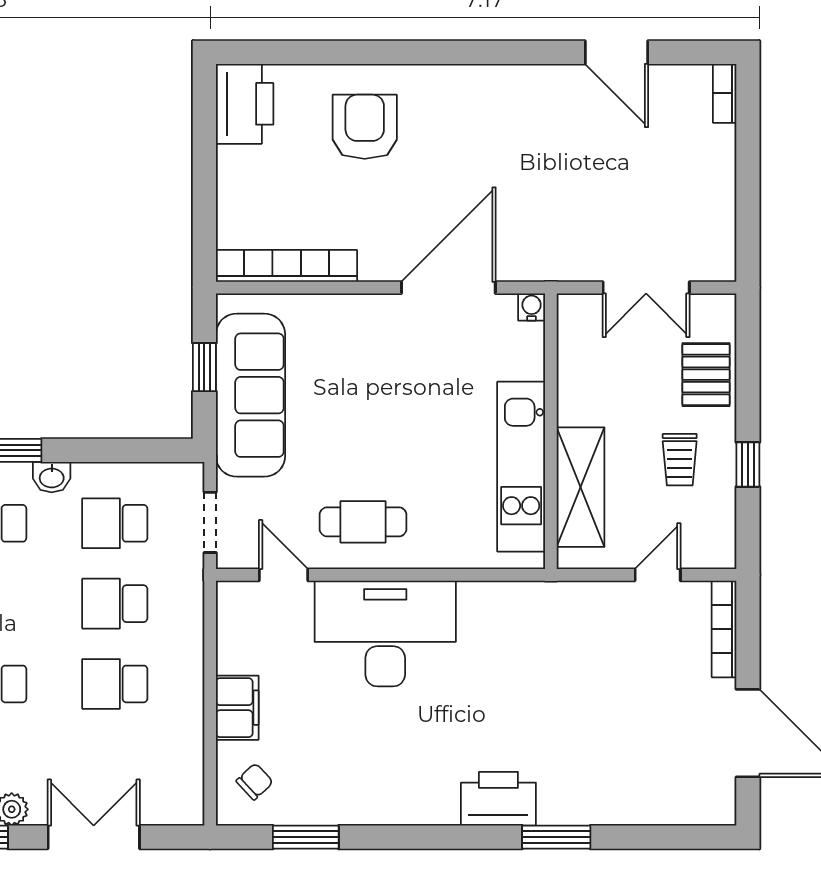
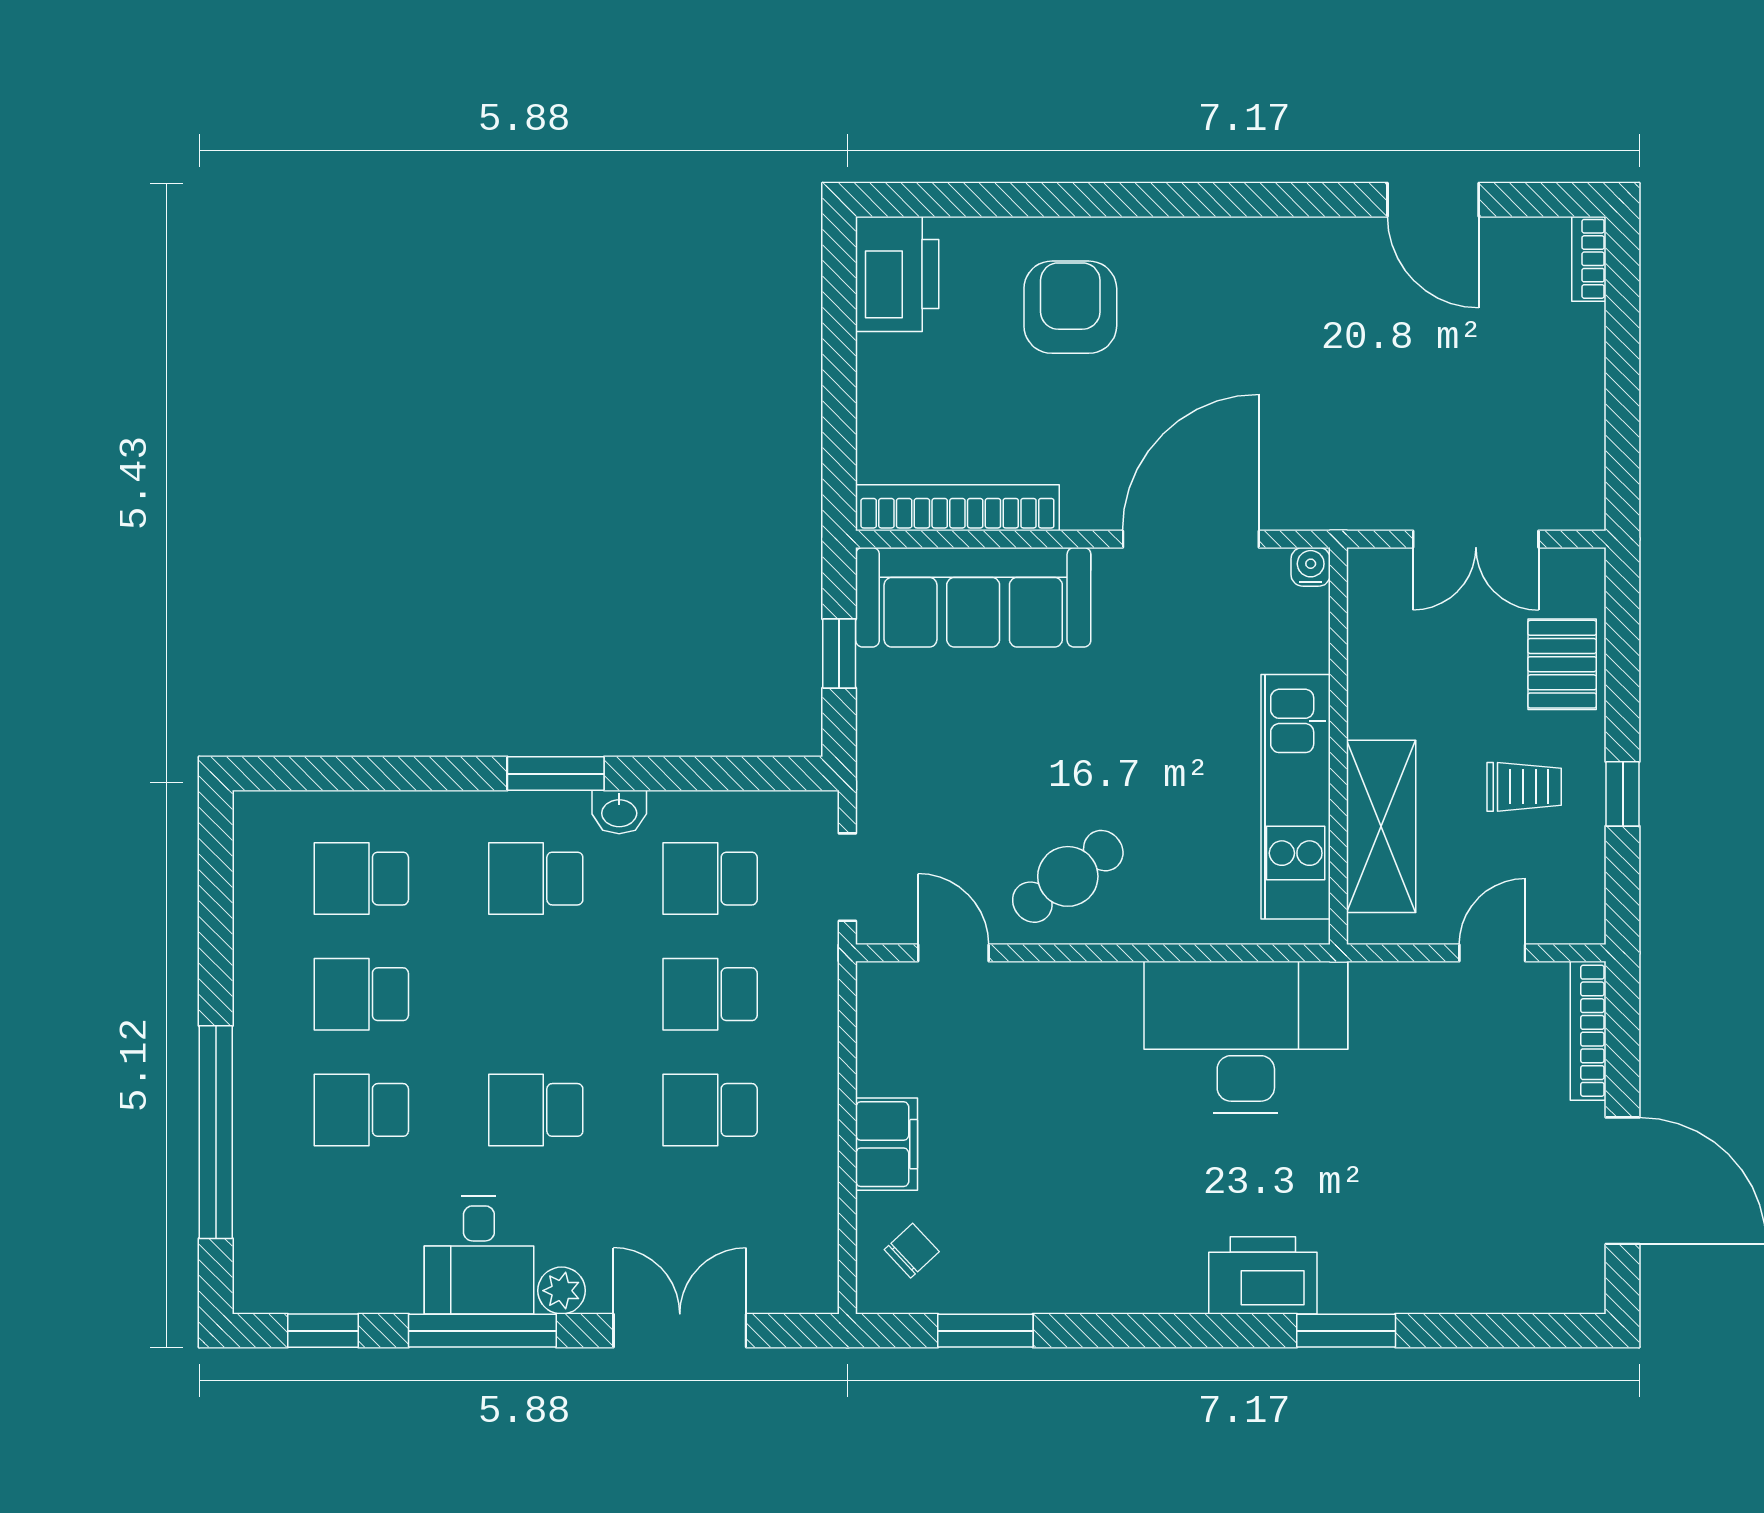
sofa: (250, 395) -> (973, 597), moved, turned 90
trolley: (680, 460) -> (1524, 787), turned -90
cafe table: (363, 522) -> (1068, 876), turned -36
desk: (385, 633) -> (1246, 1037), moved

